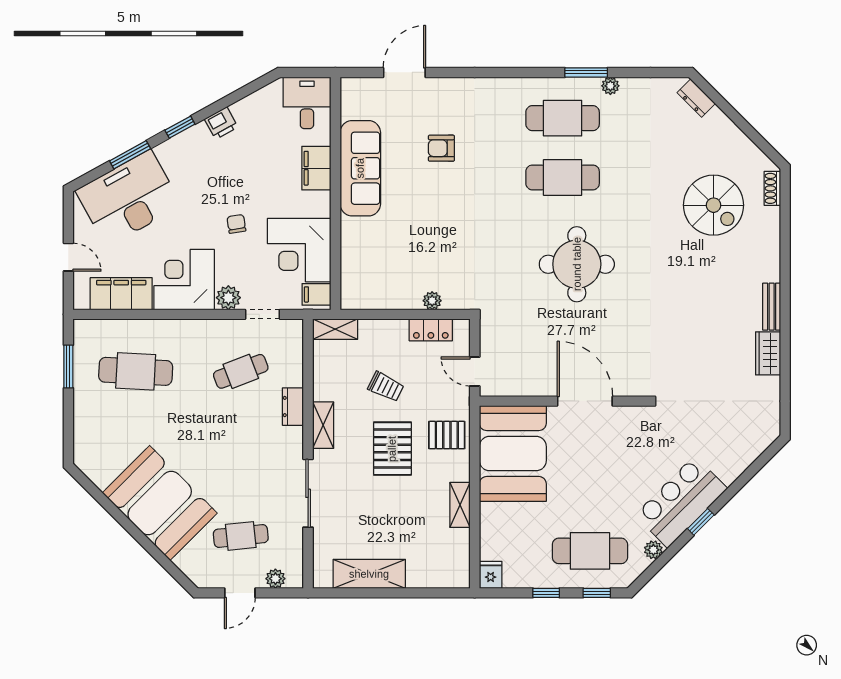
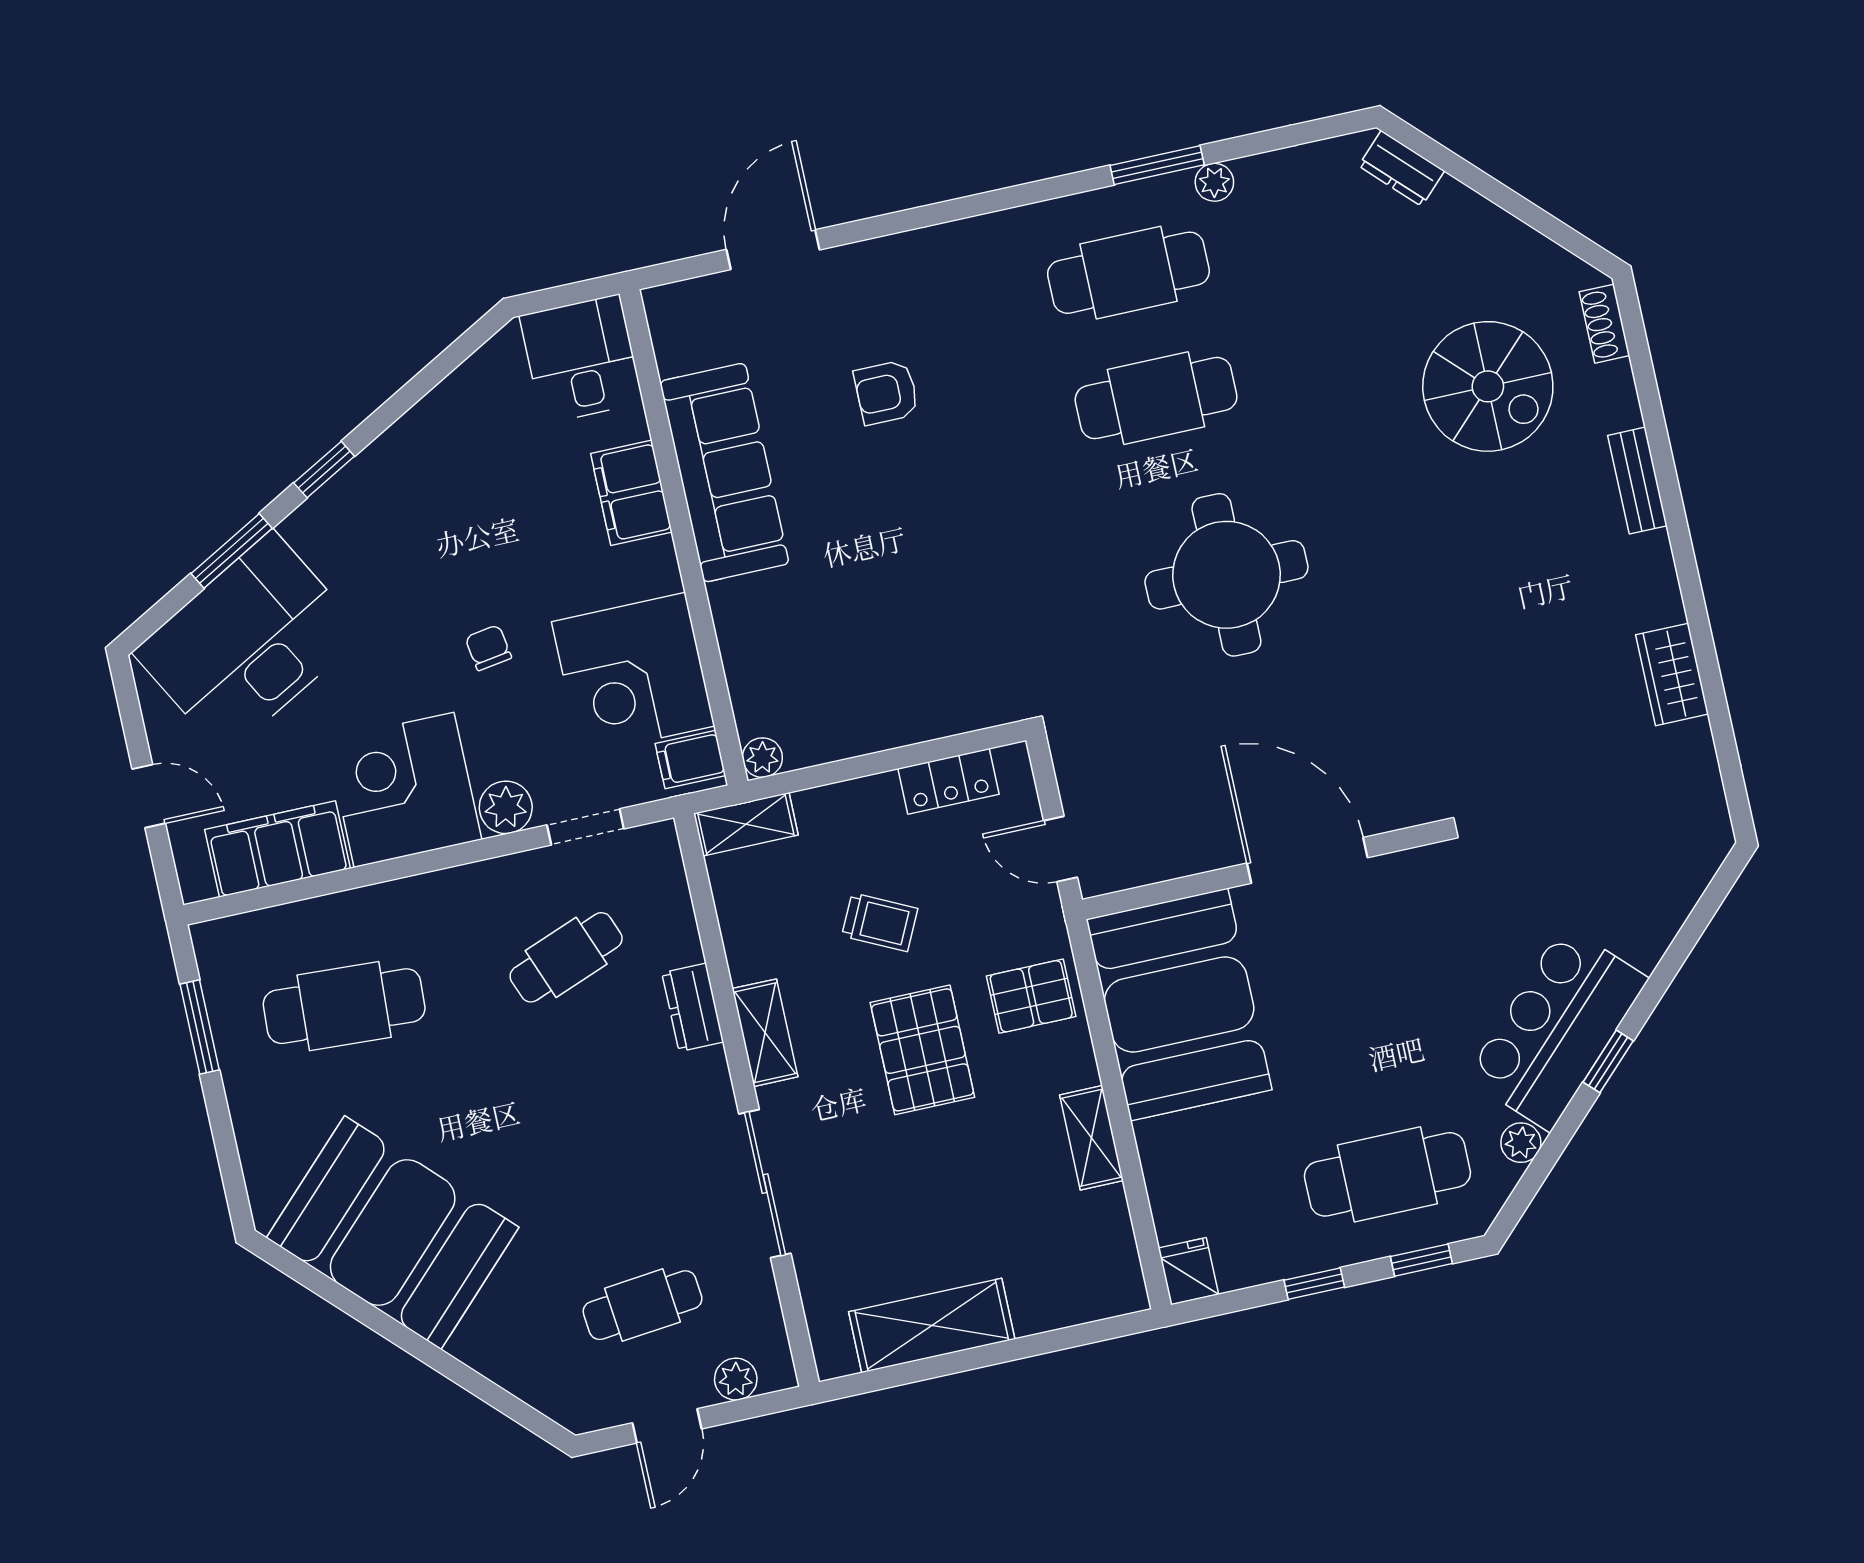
printer: (221, 123) -> (409, 442), removed
plant: (432, 301) -> (762, 758), moved
bench: (772, 307) -> (1637, 481), moved
booth: (160, 503) -> (393, 1233), moved

